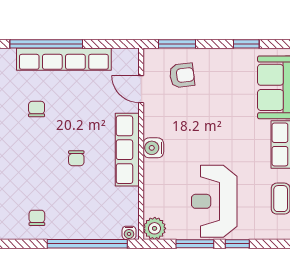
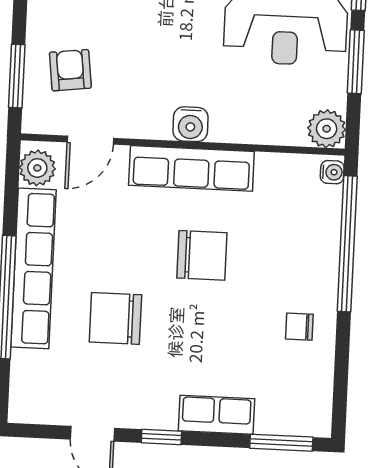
plant: (123, 59) -> (37, 168), added
chair: (37, 109) -> (115, 318), width x1.87, depth x1.87
chair: (76, 158) -> (202, 255), width x1.87, depth x1.87

